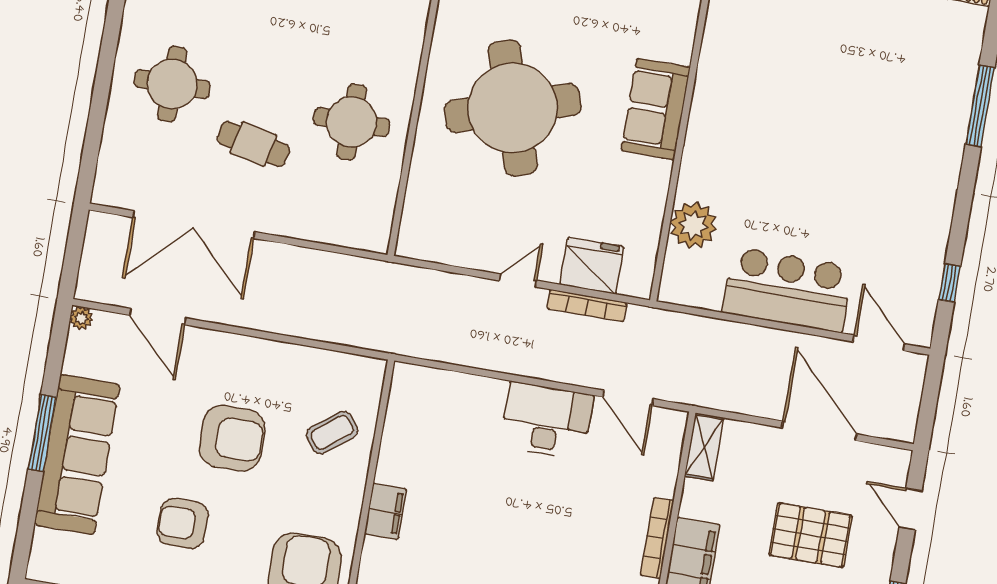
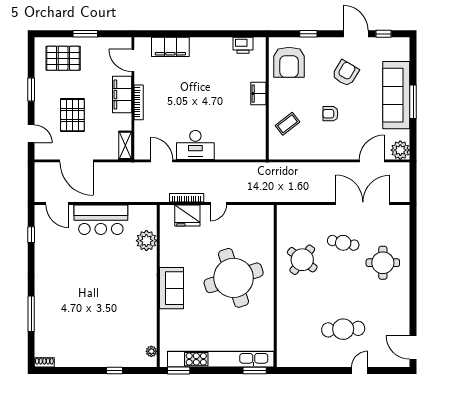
round table: (352, 122) -> (302, 260), turned 37
door: (158, 317) -> (372, 161), hinge flipped
plant: (81, 318) -> (400, 150), width x1.87, depth x1.87
armchair: (232, 438) -> (330, 114), width x0.53, depth x0.53
armchair: (183, 523) -> (345, 73), turned -59
pallet: (811, 535) -> (72, 115), turned 90

